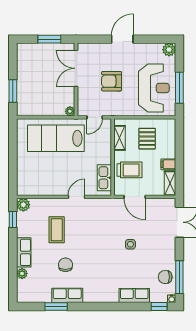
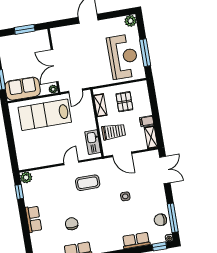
double door: (76, 68) -> (55, 66), moved
armchair: (112, 81) -> (85, 57), removed
sofa: (36, 105) -> (23, 89), added
coffee table: (57, 230) -> (88, 183), moved, turned 90
plant: (22, 274) -> (35, 238), removed

